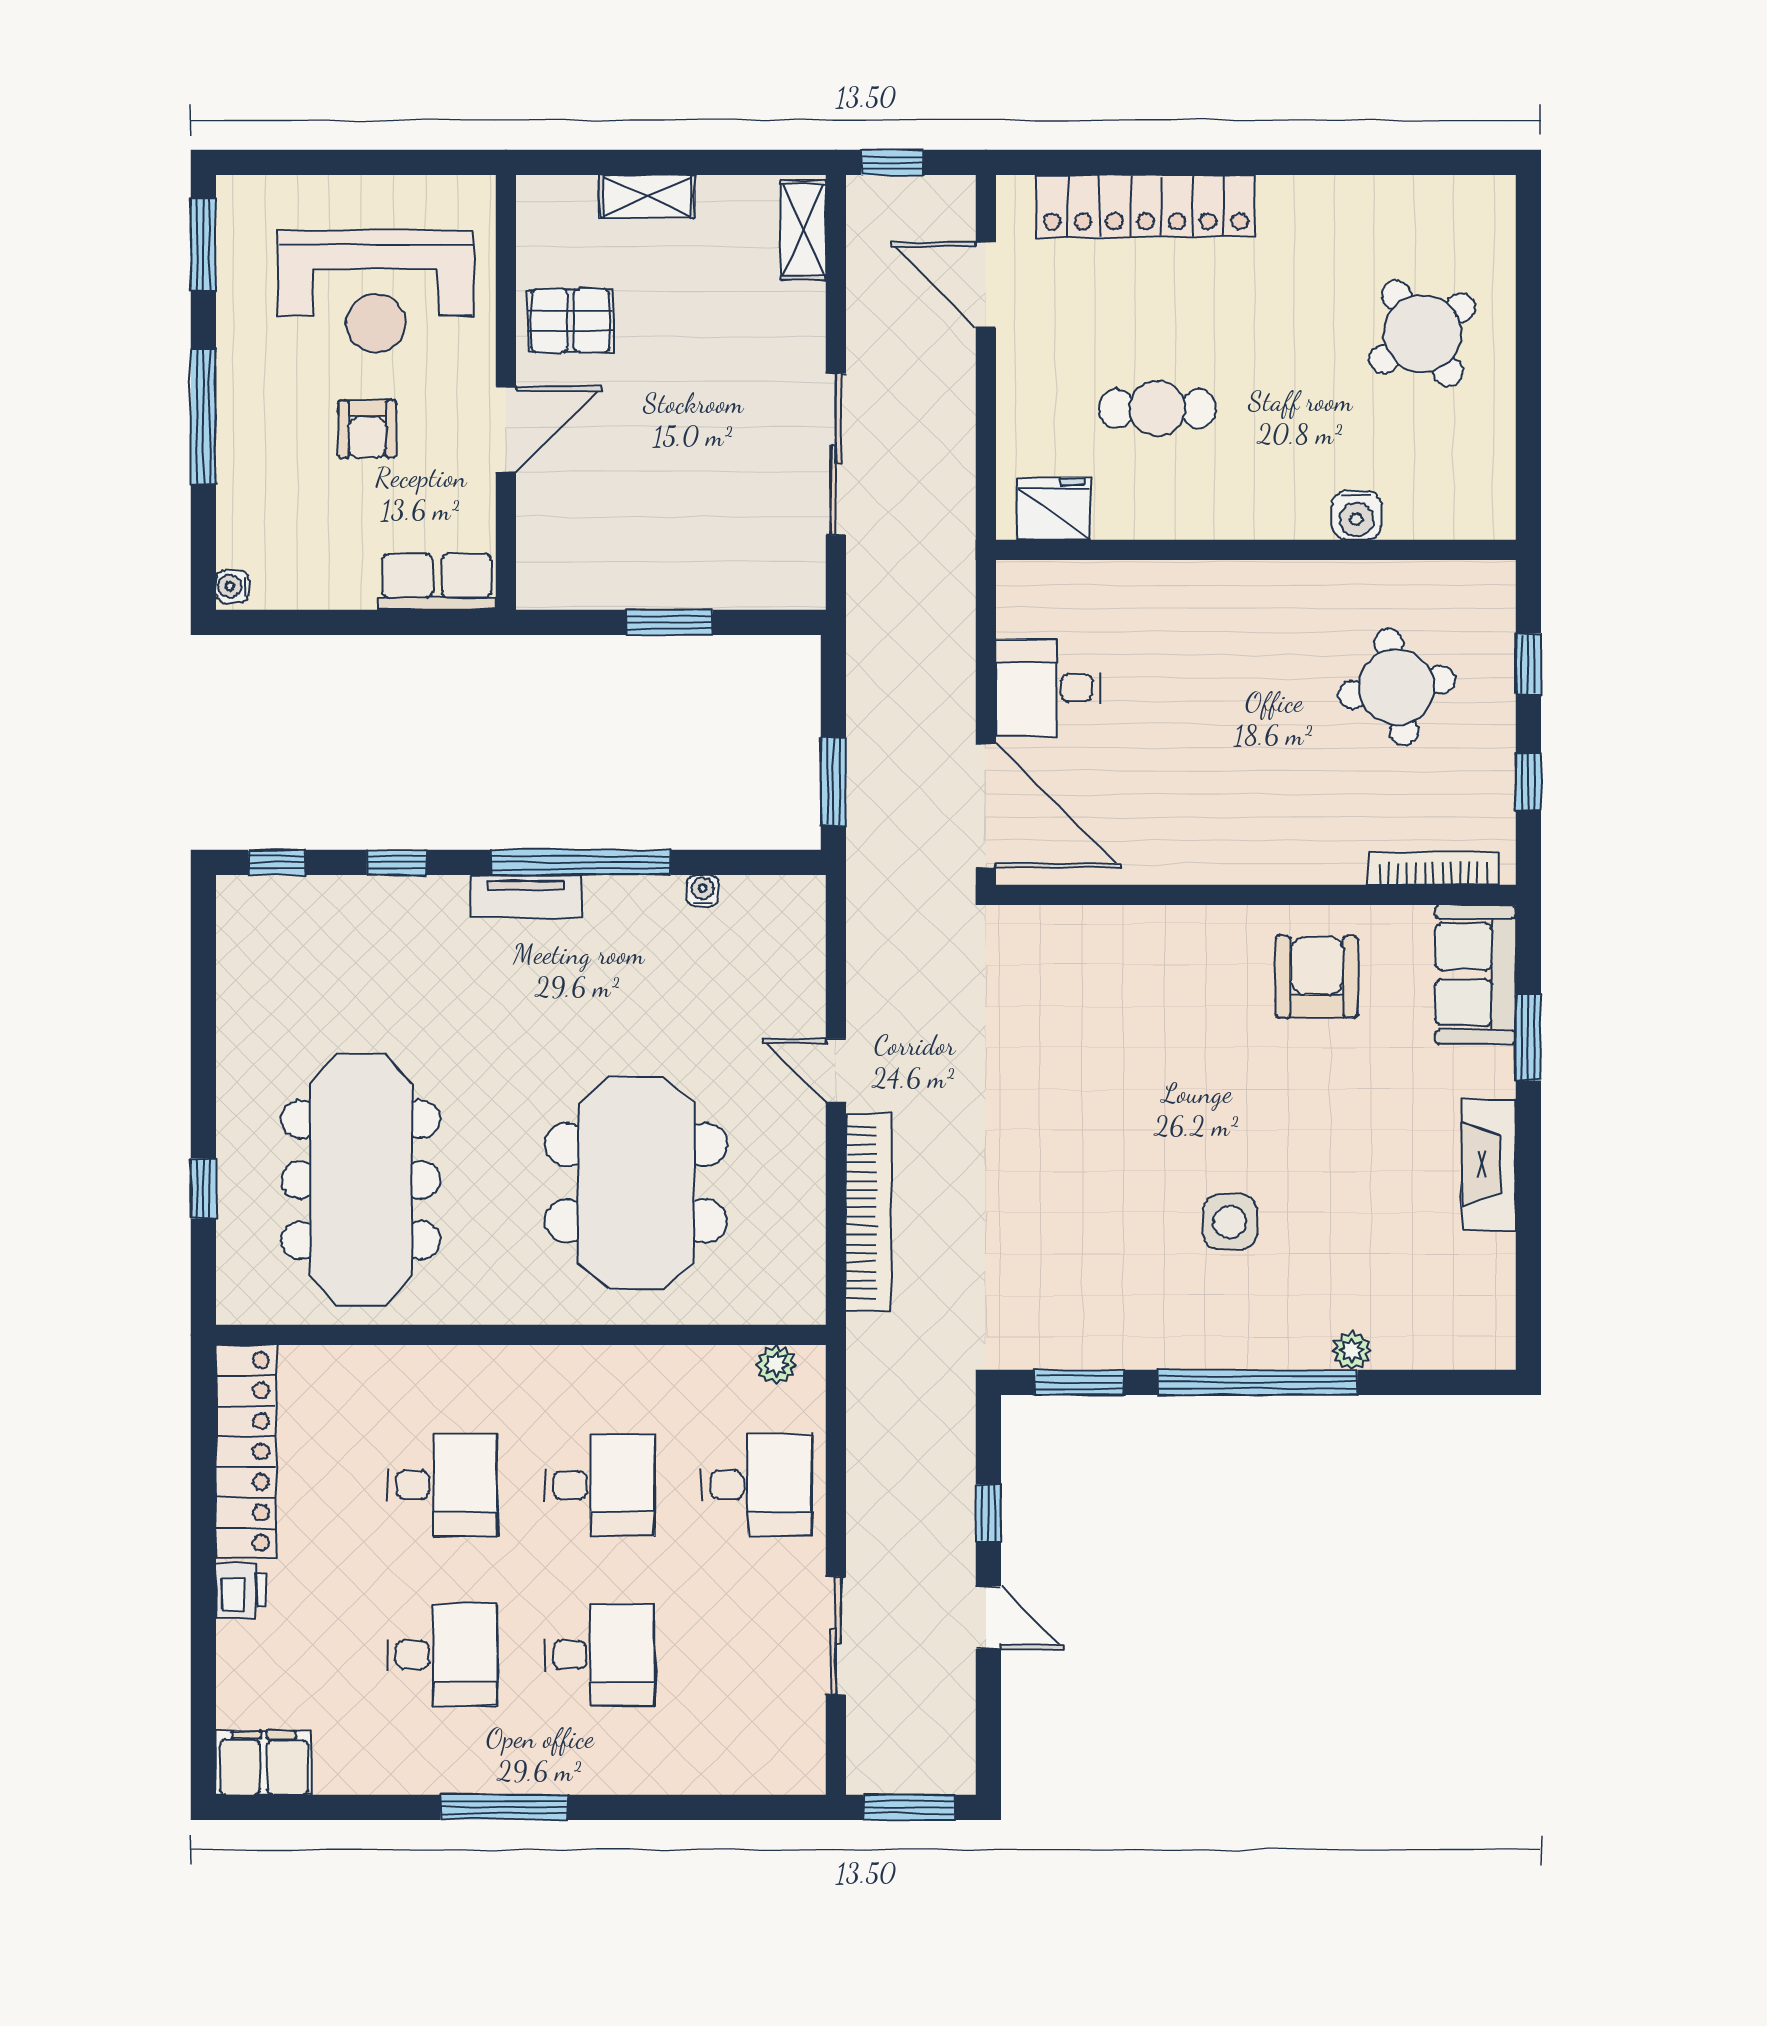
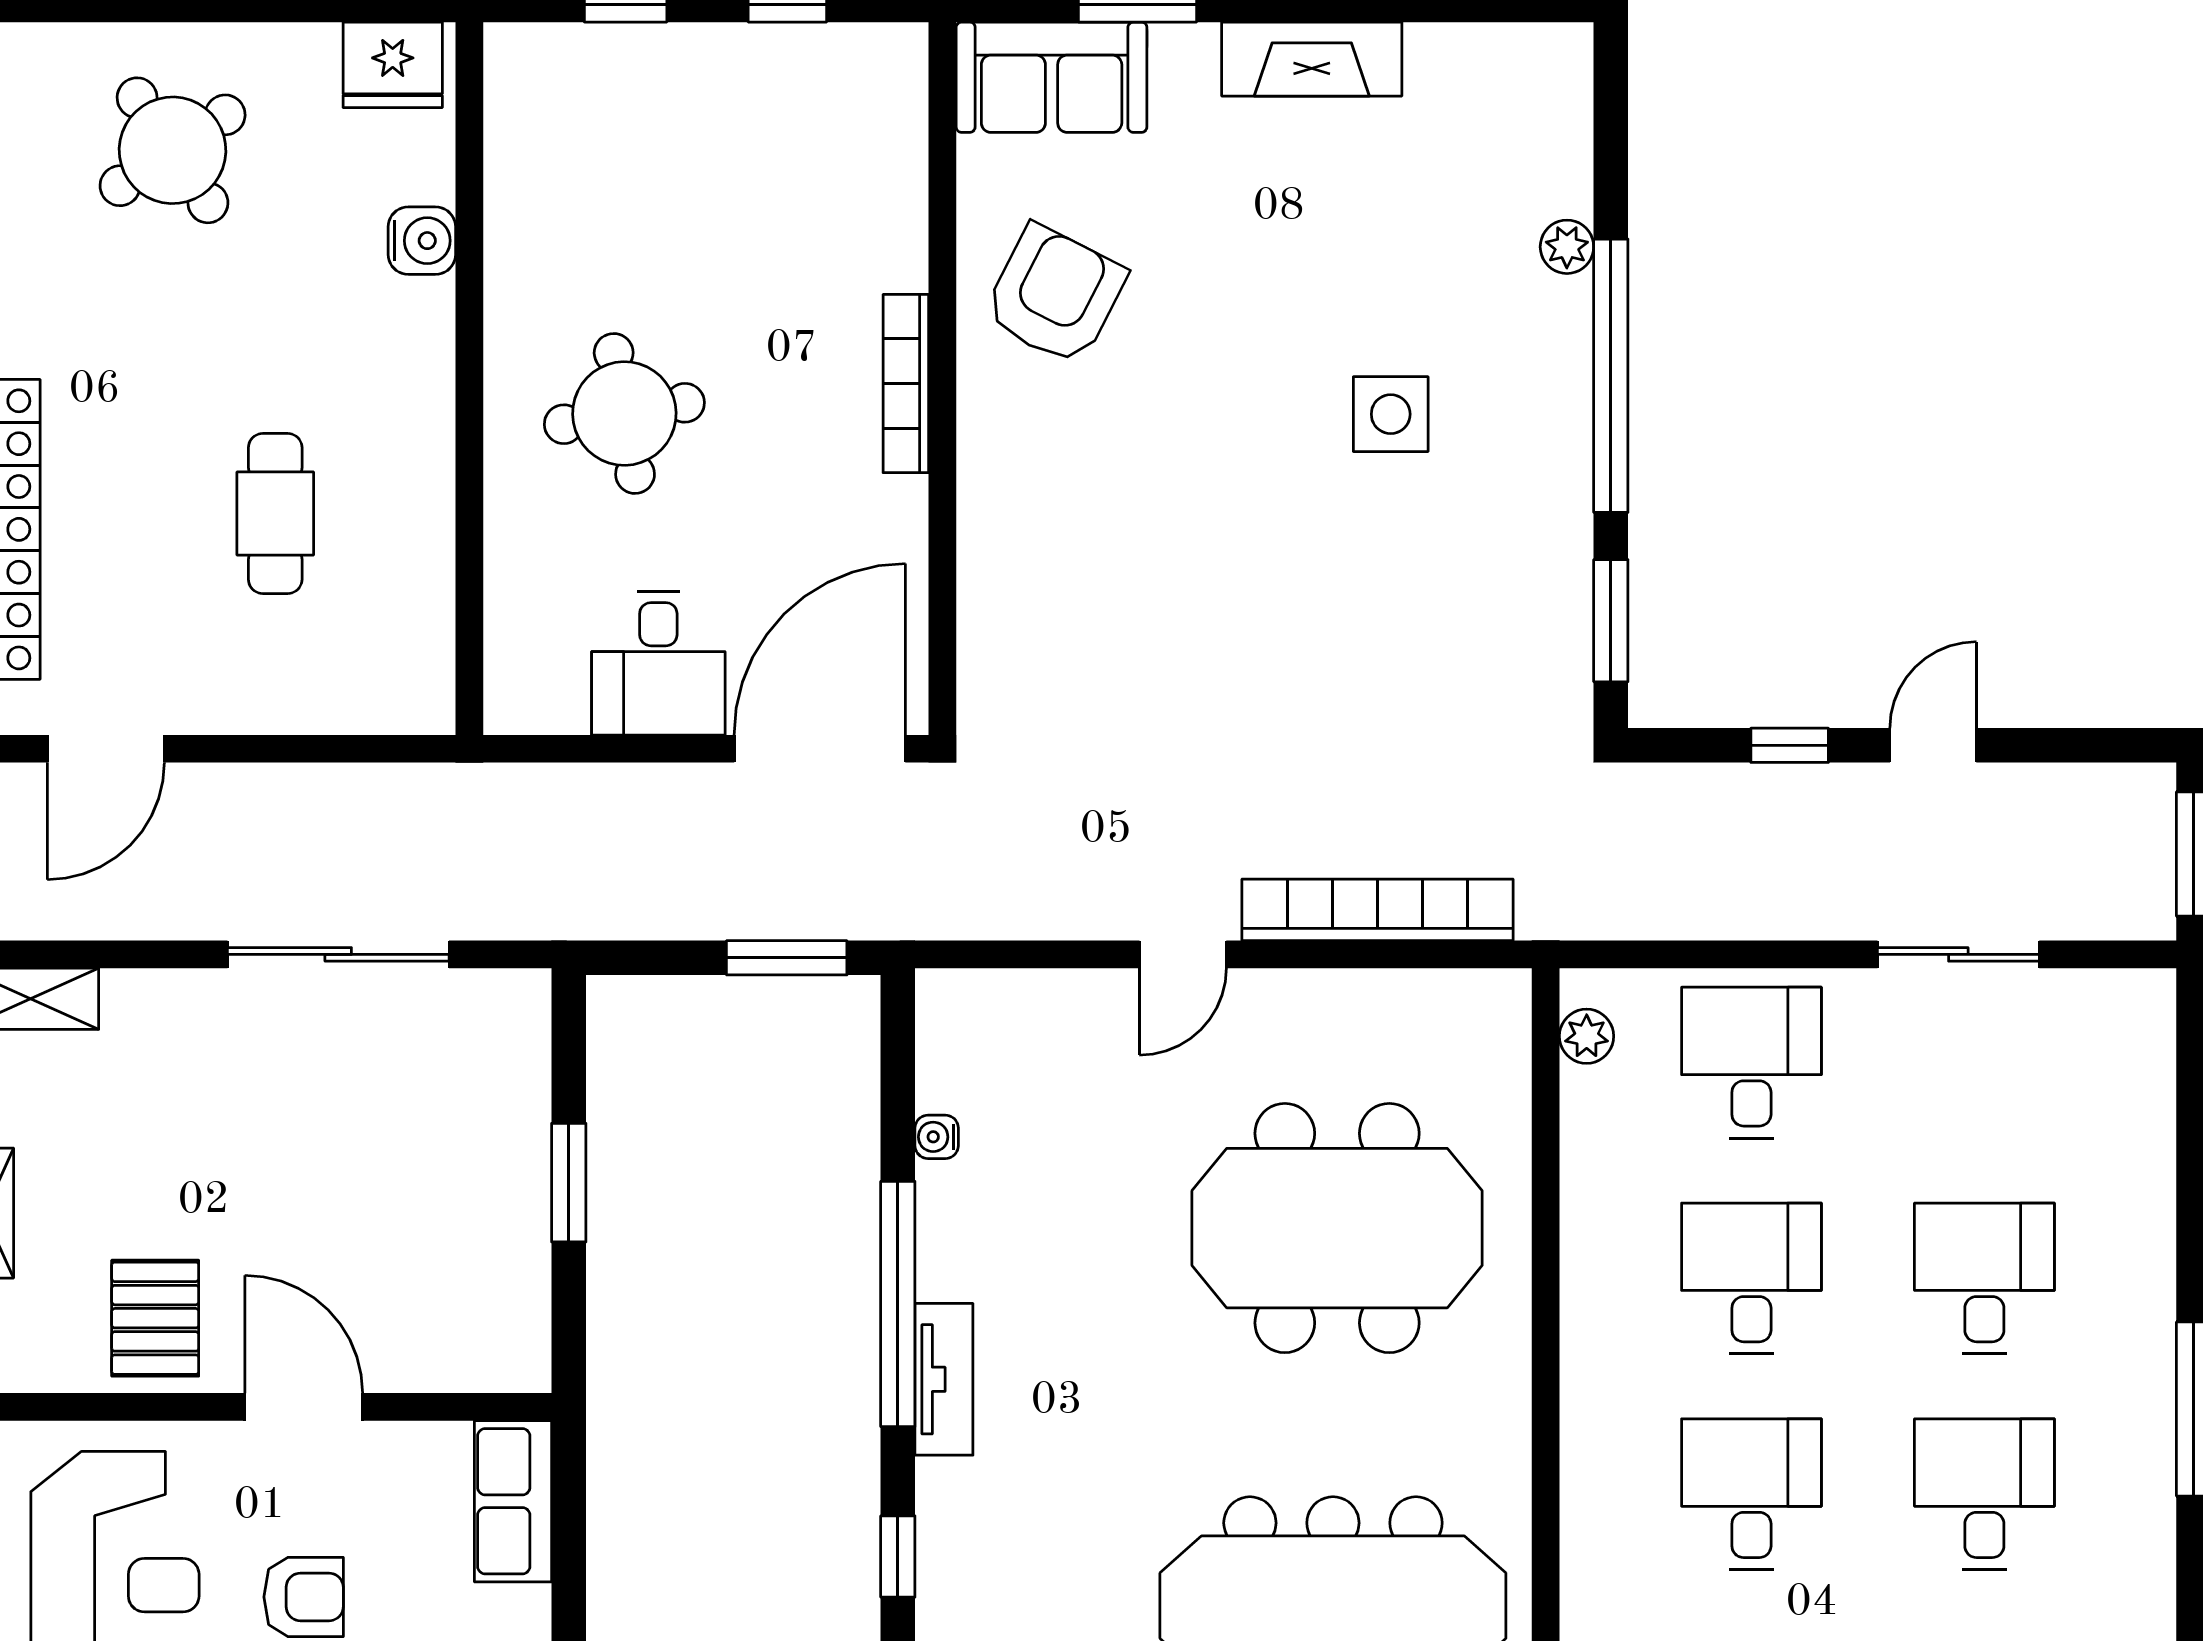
fridge: (1054, 509) -> (393, 65), moved, turned -90
round table: (1397, 687) -> (624, 413), moved
bookcase: (1434, 868) -> (906, 384), moved
armchair: (1317, 977) -> (1055, 295), turned 117

